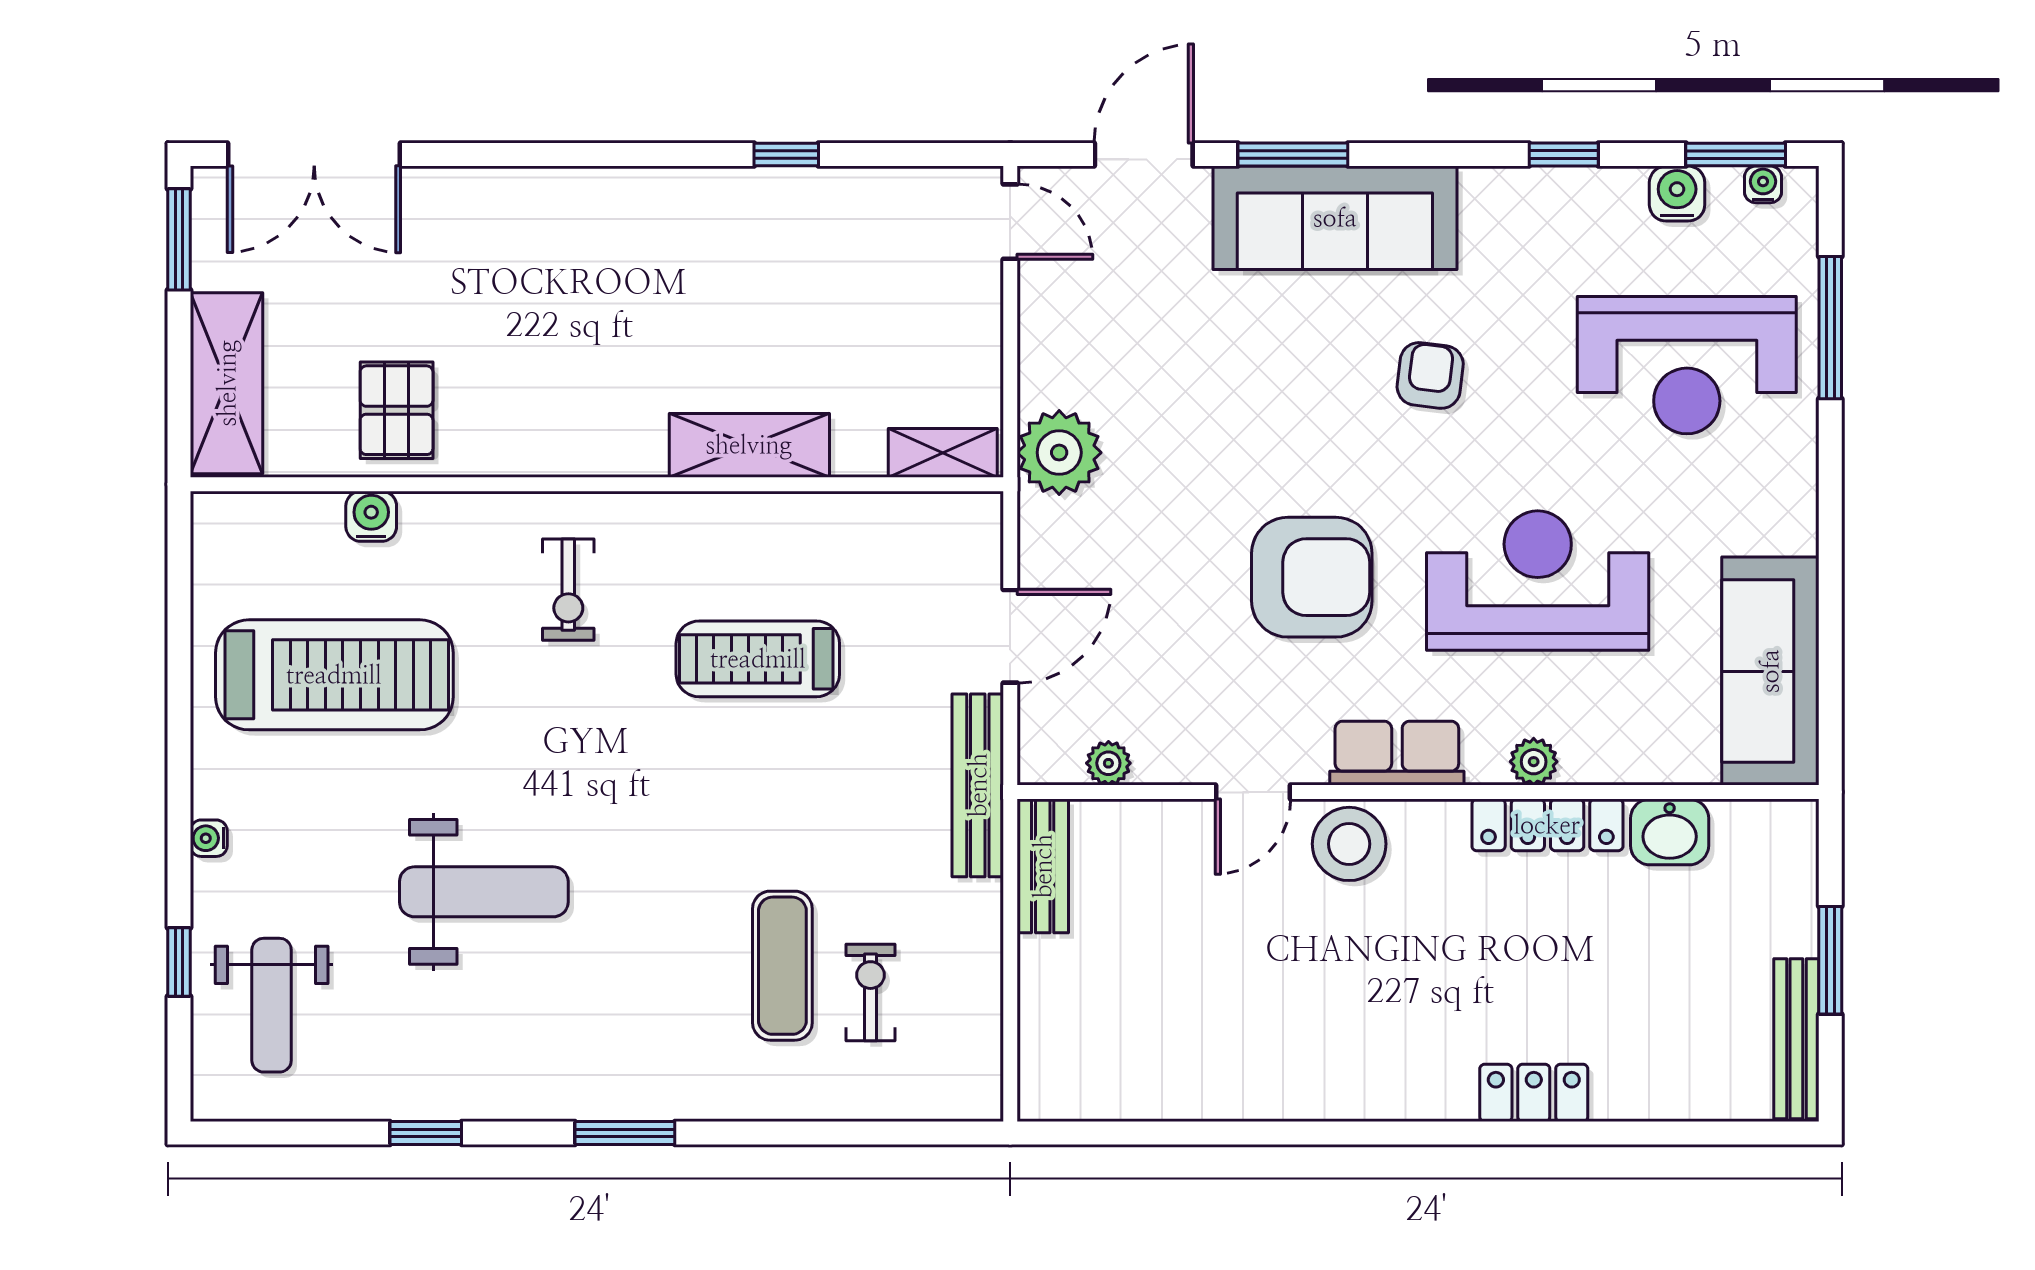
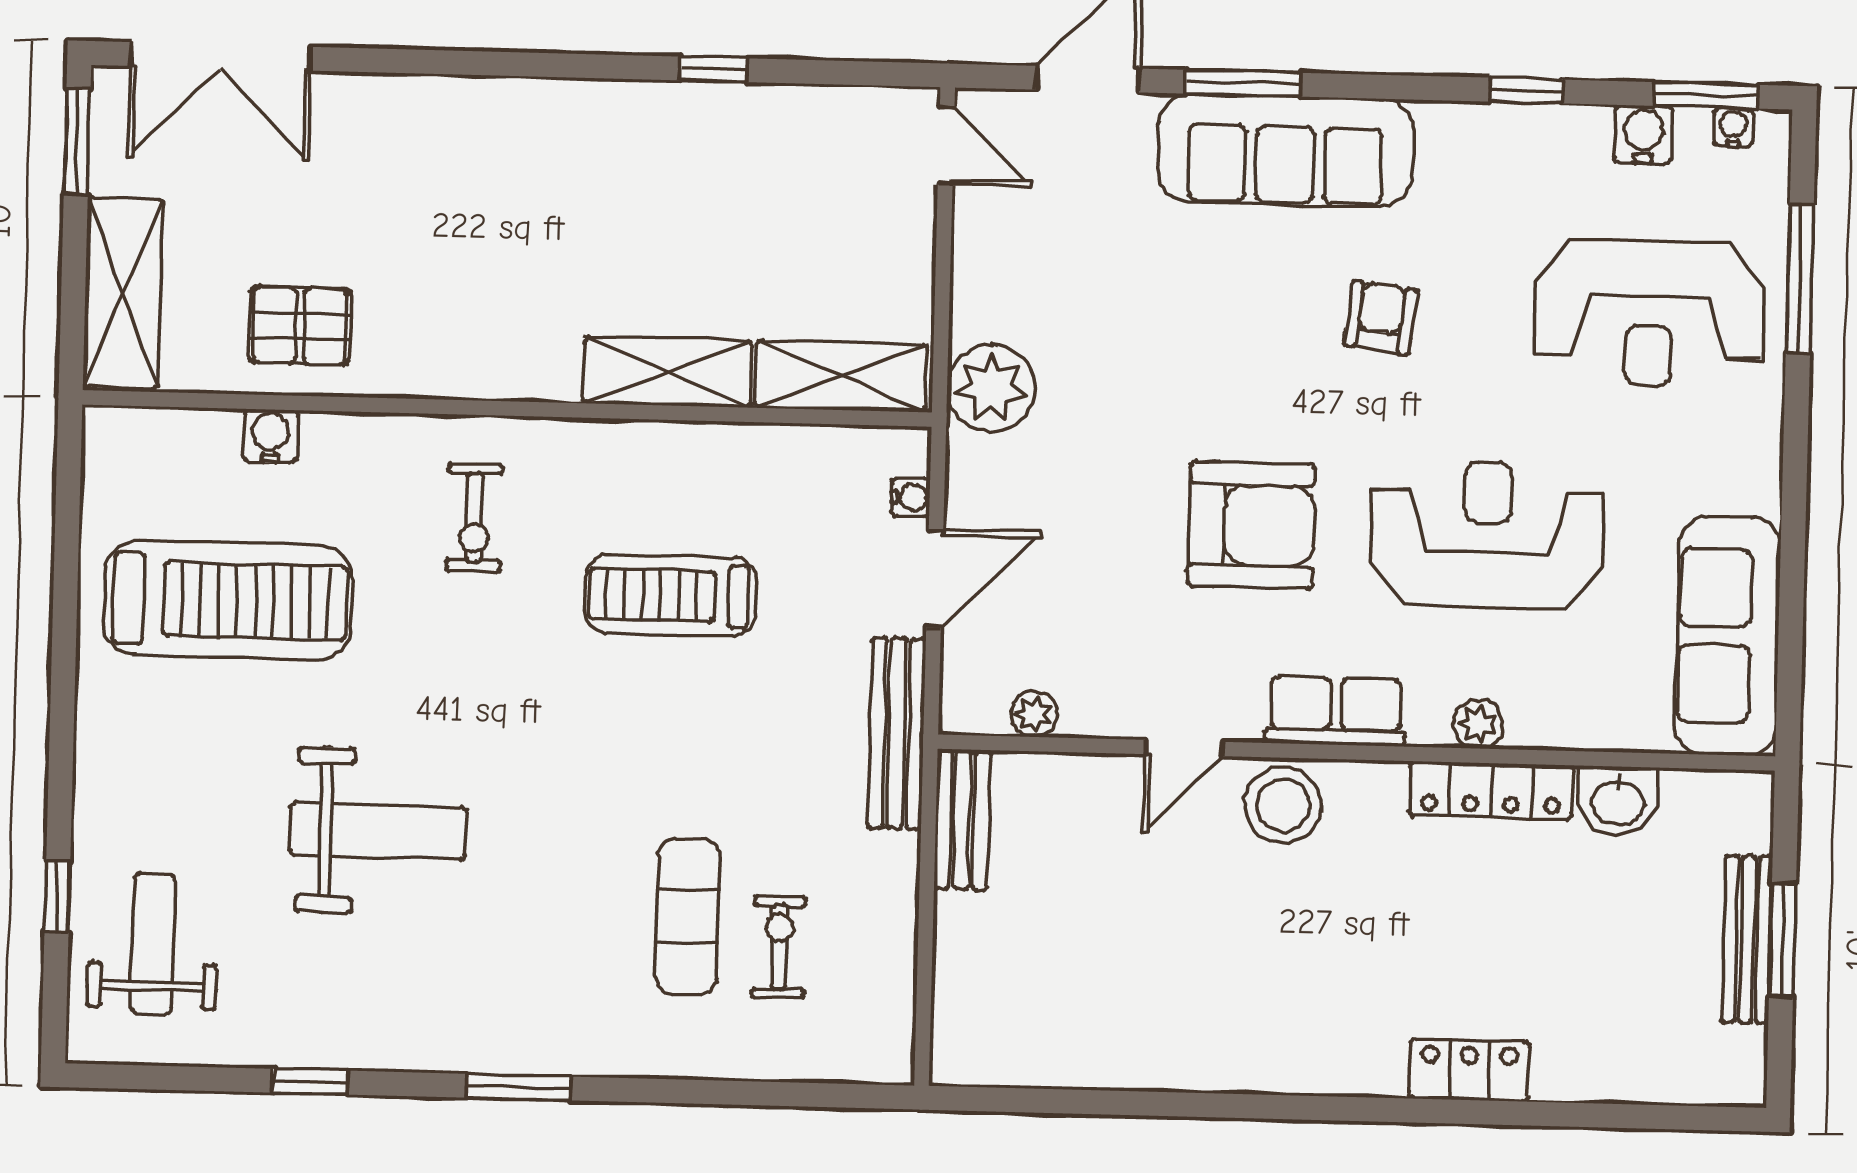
pallet: (397, 410) -> (300, 326), turned 90
shelving: (943, 453) -> (841, 376), width x1.50, depth x1.33
water cooler: (209, 838) -> (911, 497), moved, turned 180
weight bench: (272, 1005) -> (153, 944), turned 180
bench: (1796, 1039) -> (1747, 939), moved

